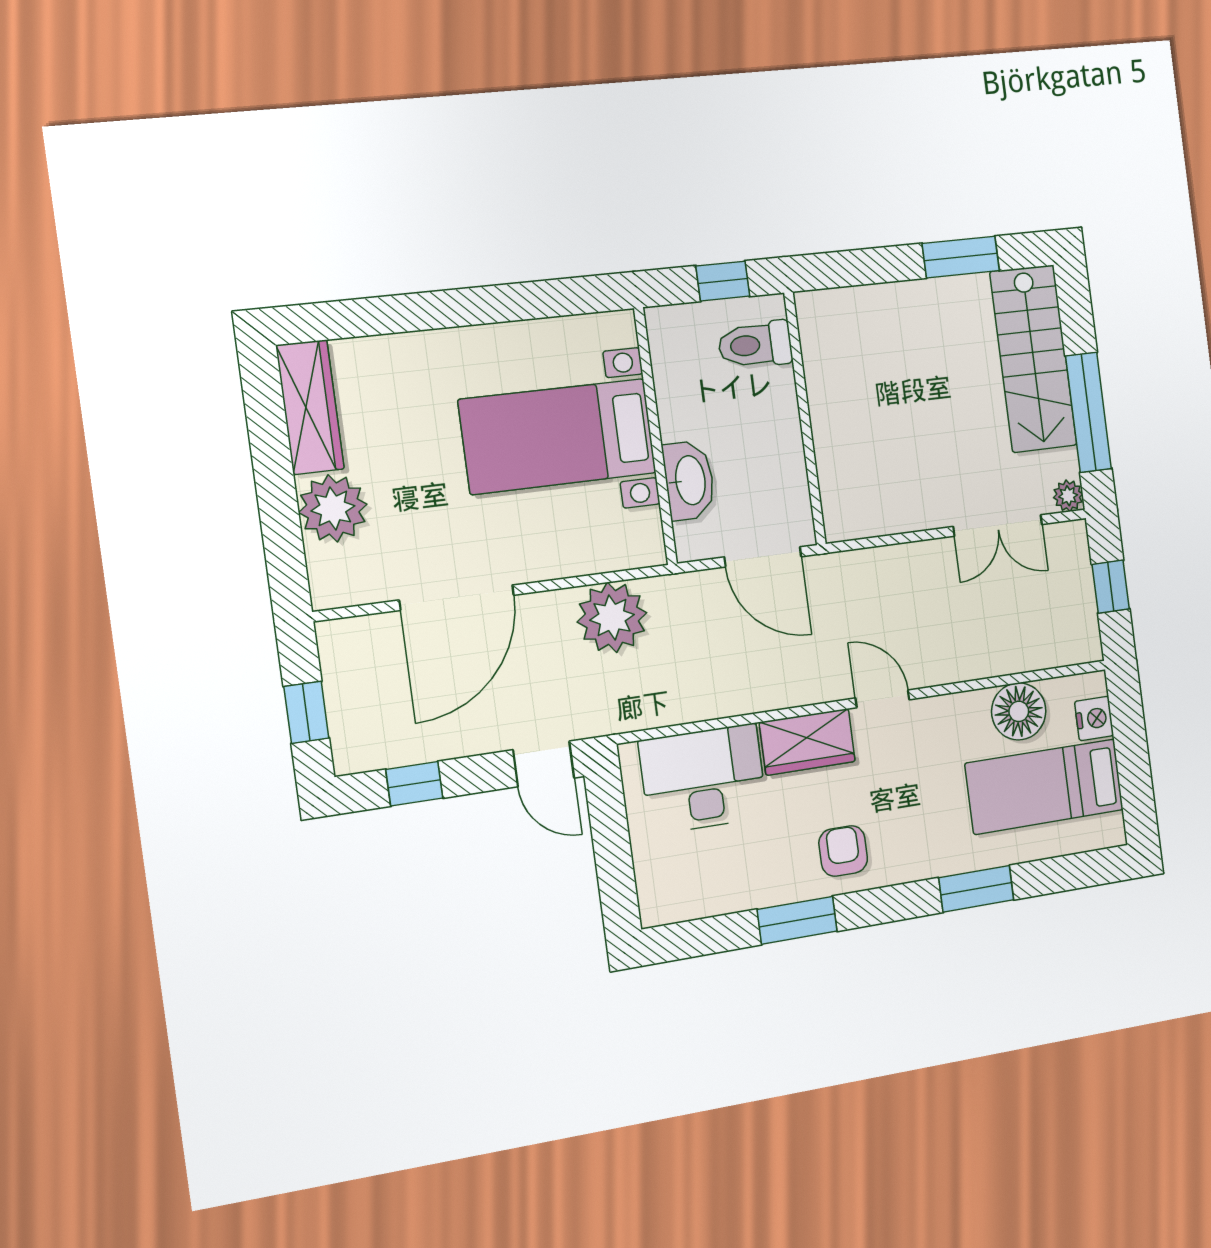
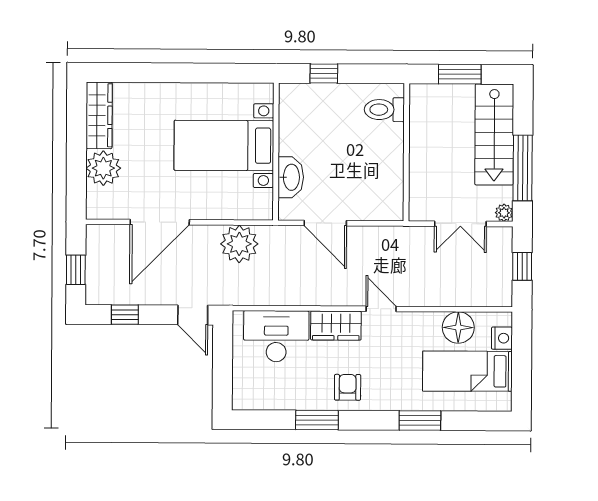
toilet: (755, 345) -> (384, 110), moved
wall: (805, 419) -> (406, 152), moved

